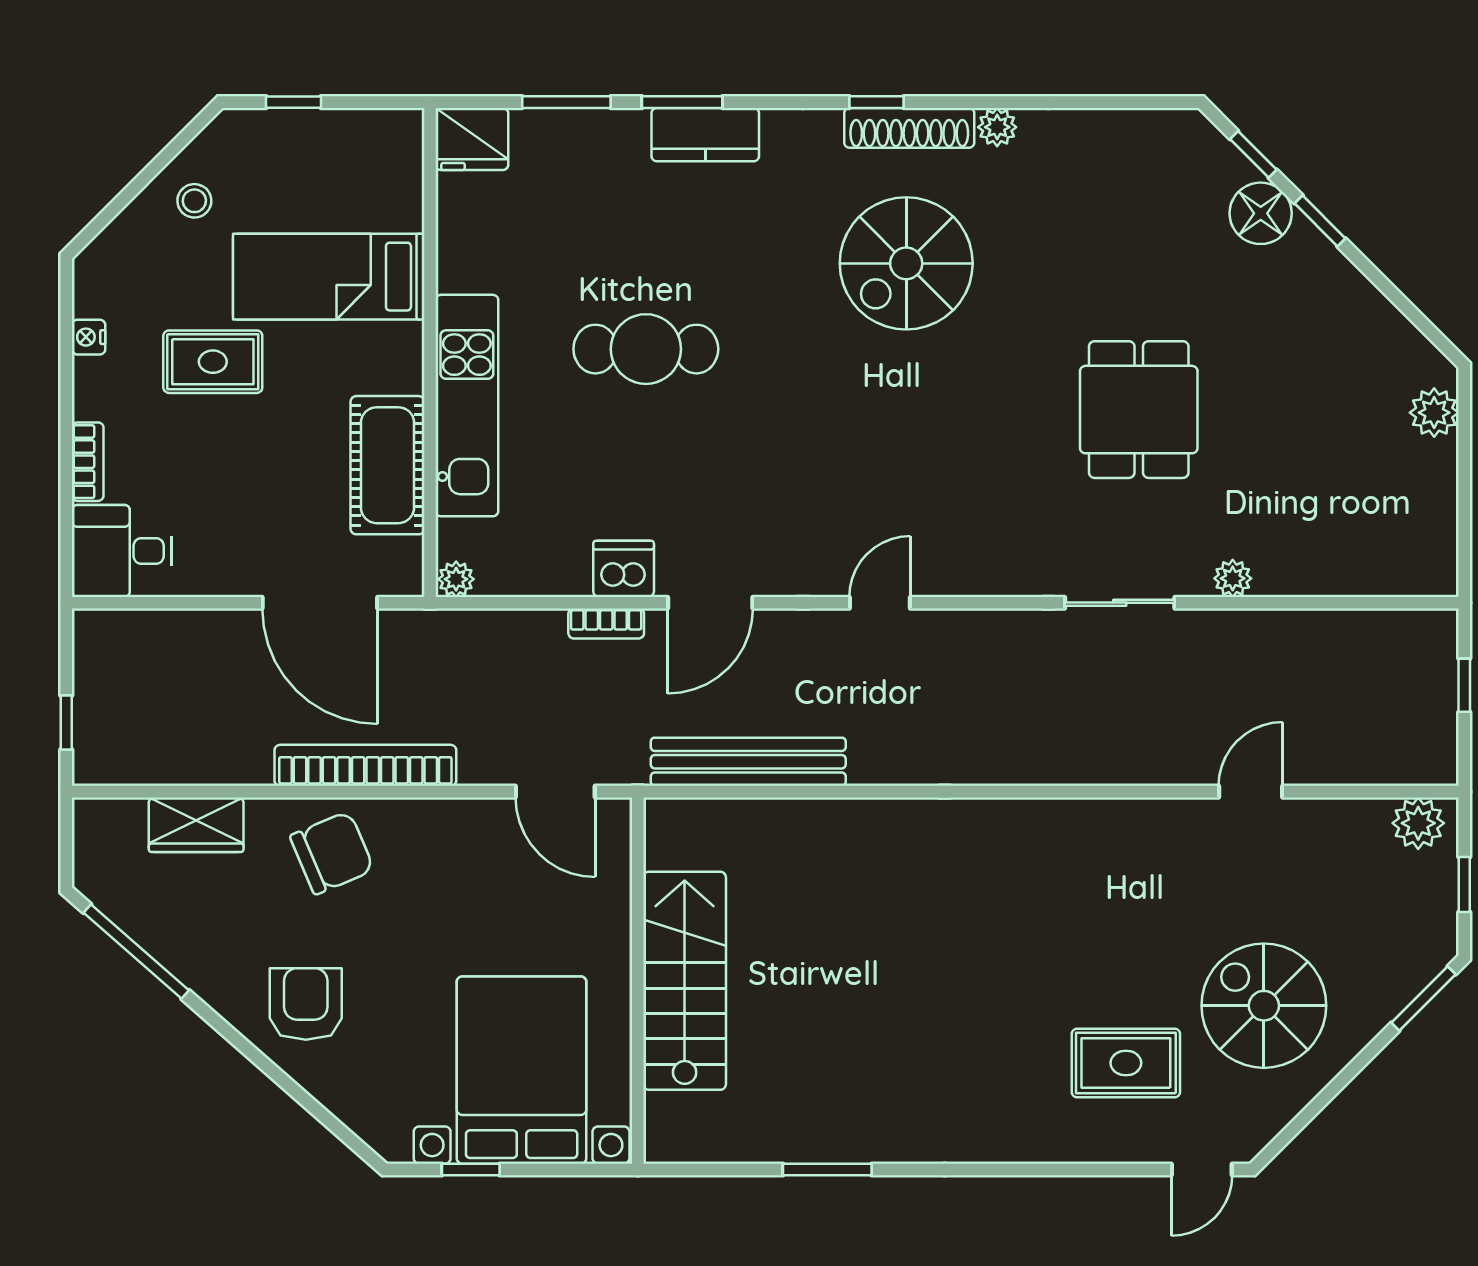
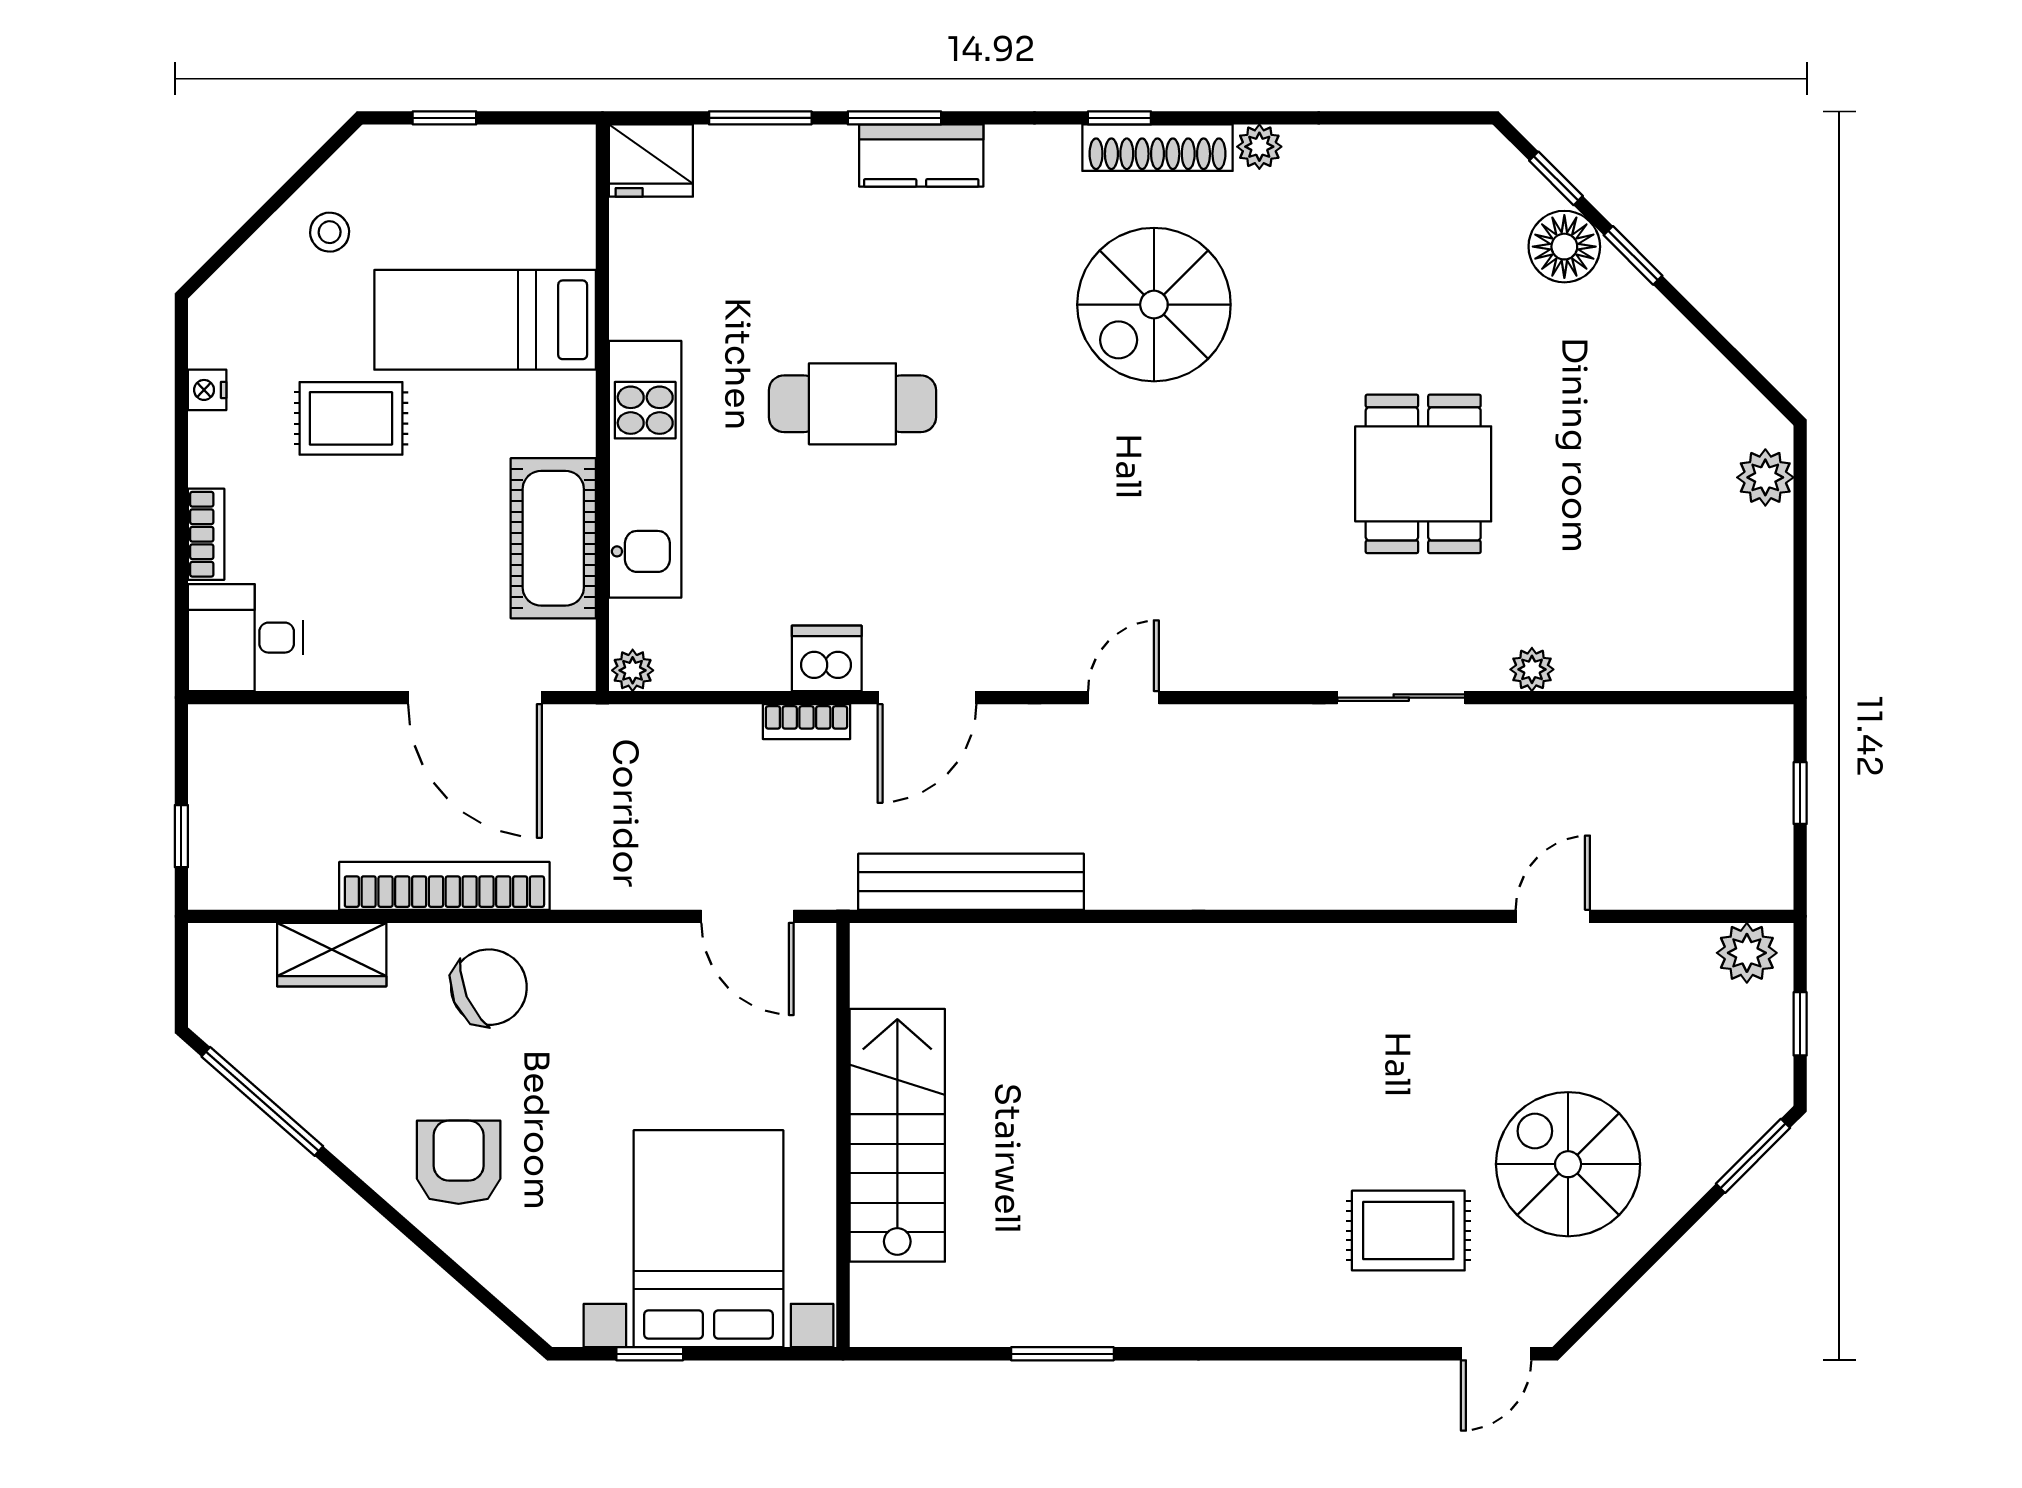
bookcase: (365, 765) -> (444, 886), moved

